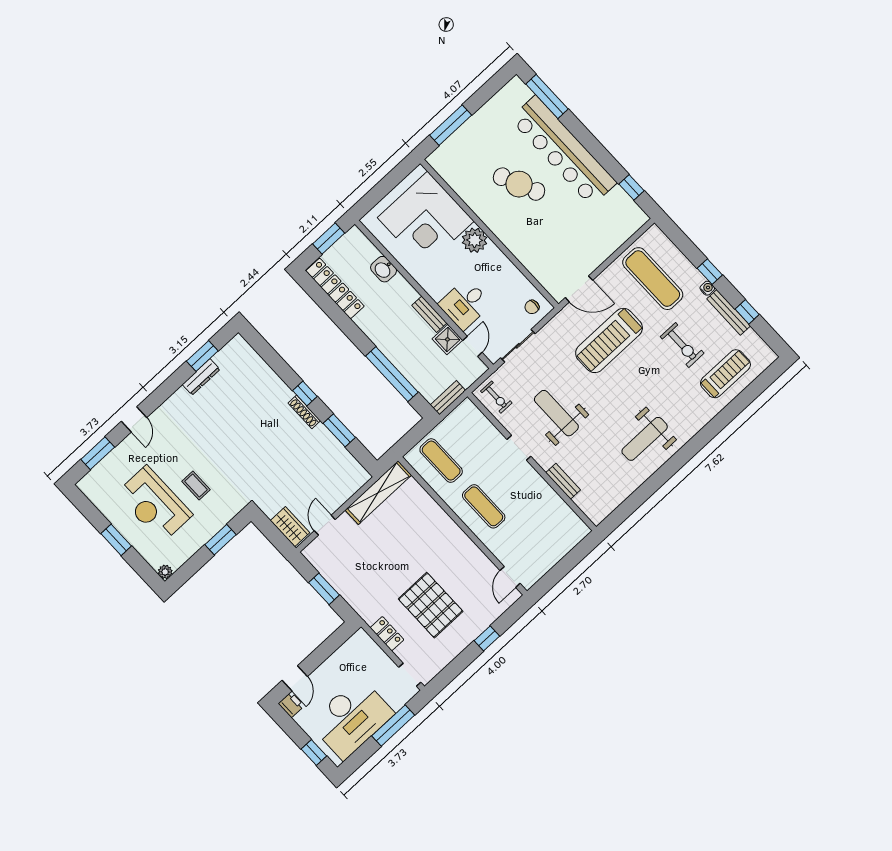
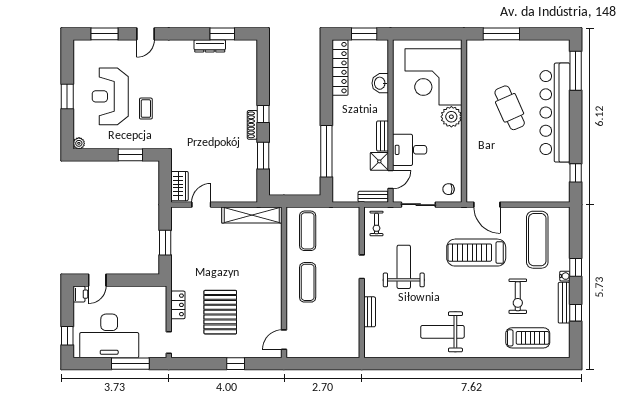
bench: (448, 398) -> (373, 197), moved

